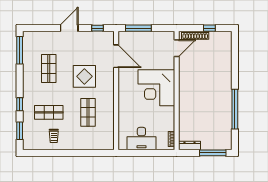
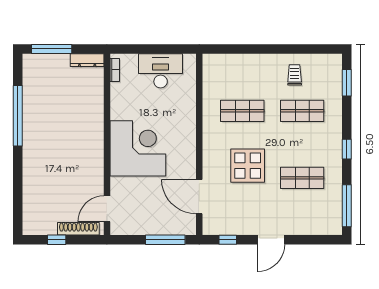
shop shelf: (49, 68) -> (302, 178), turned 90
window: (20, 104) -> (347, 149), moved
shop shelf: (88, 112) -> (242, 111), turned 90

